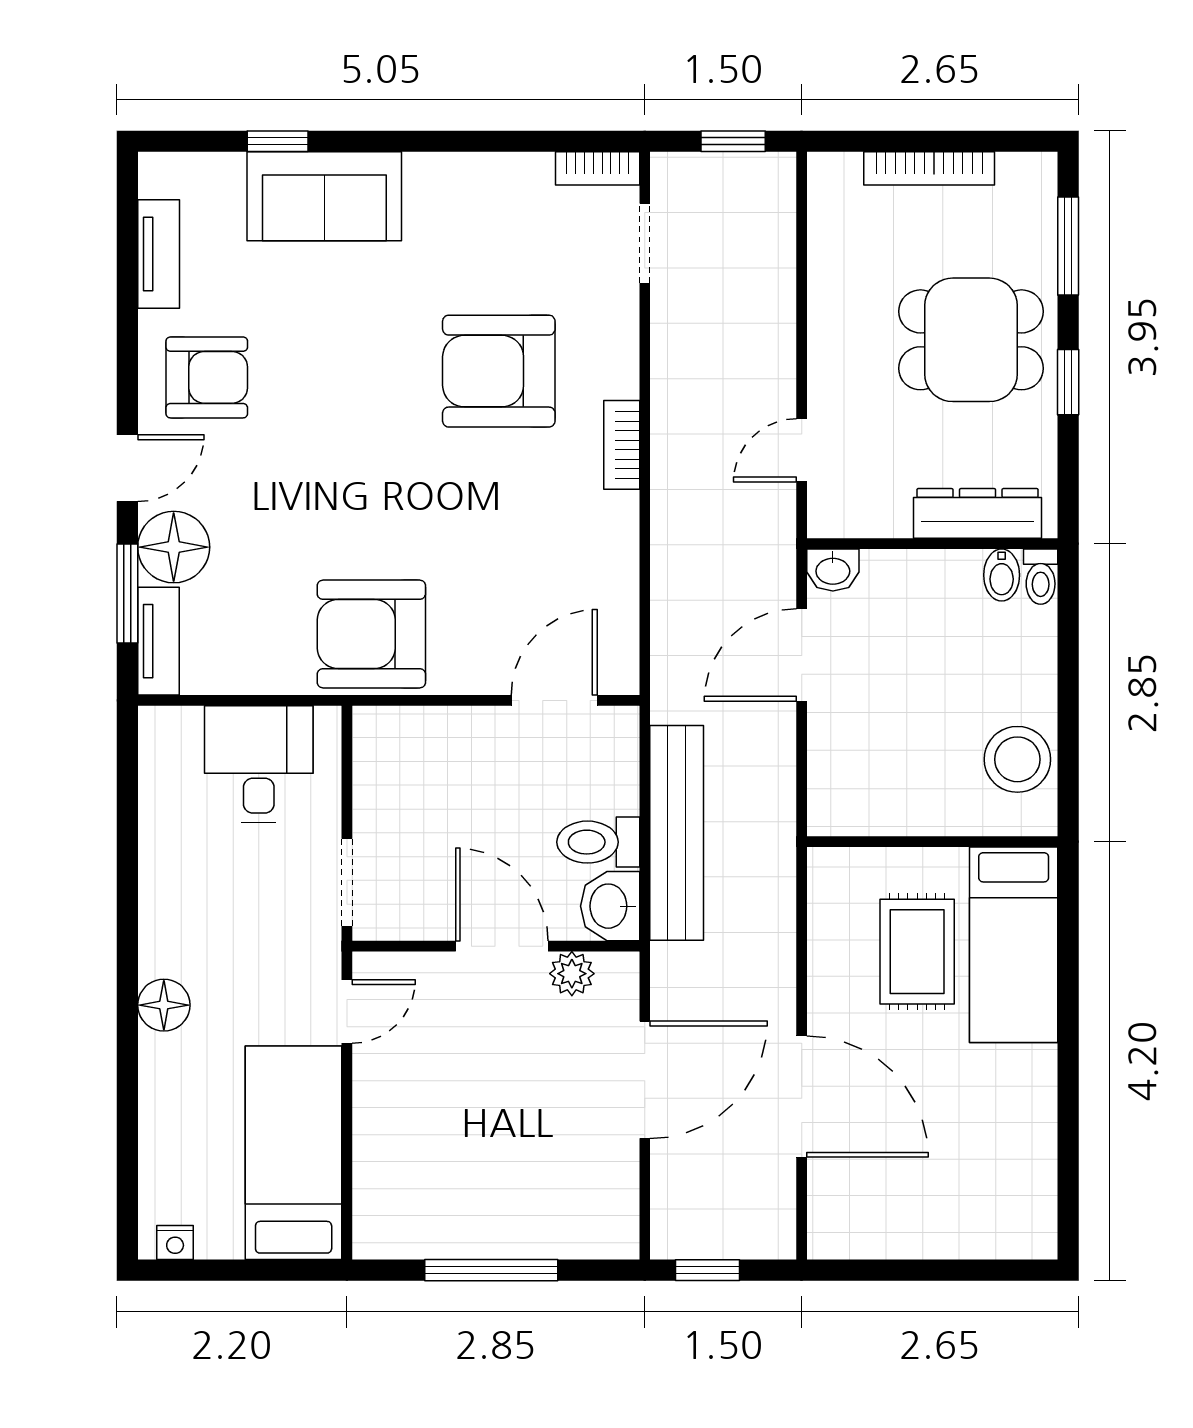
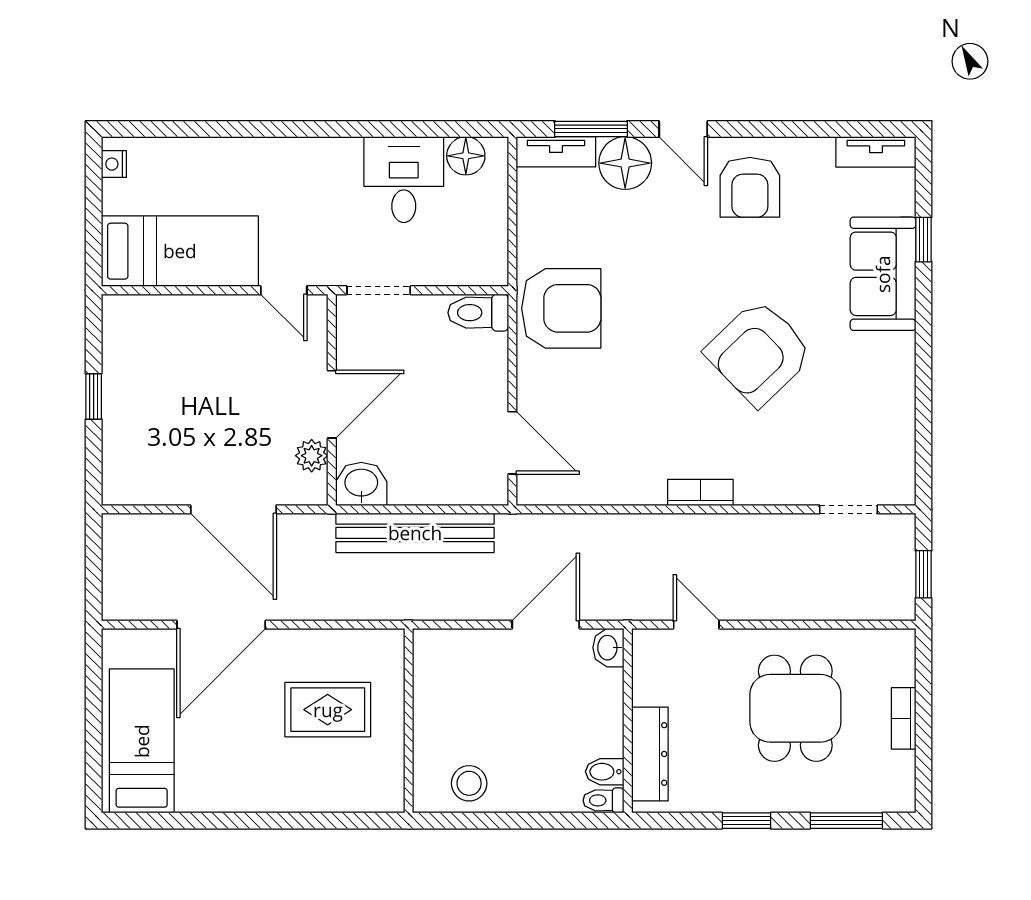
bookcase: (598, 168) -> (904, 475), removed
bookcase: (929, 168) -> (904, 718), width x0.64
tv unit: (159, 254) -> (876, 152), moved
dining table: (971, 340) -> (795, 708), moved
armchair: (499, 371) -> (759, 353), moved, turned -134
armchair: (371, 634) -> (561, 308), turned 90
door: (802, 655) -> (546, 625), hinge flipped
stool: (1017, 759) -> (469, 783), width x0.73, depth x0.73
desk: (259, 764) -> (404, 180), moved, turned -90
toilet: (598, 842) -> (478, 313), moved, turned -90
bed: (1014, 945) -> (142, 741), moved, turned 90
floor lamp: (164, 1005) -> (466, 156), moved
window: (491, 1270) -> (94, 396), width x0.46
window: (707, 1270) -> (94, 555), removed

